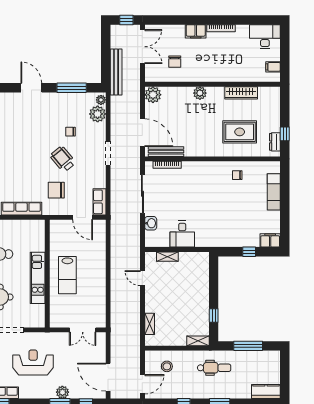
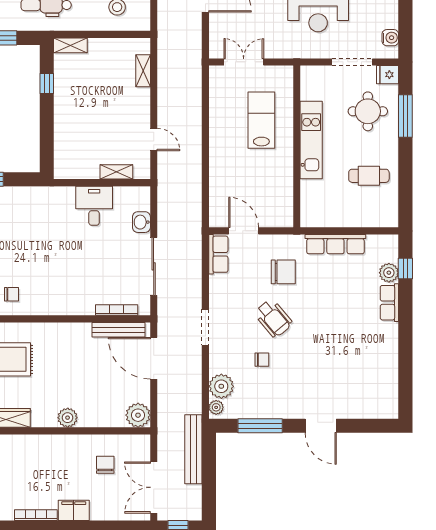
lab bench: (67, 275) -> (261, 120), moved

